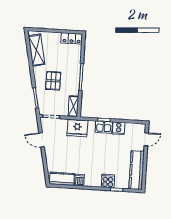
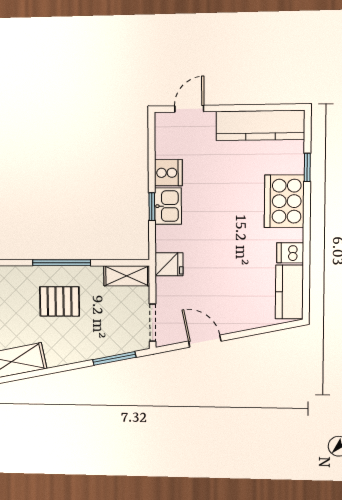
pallet: (53, 81) -> (60, 301), moved
fridge: (77, 128) -> (169, 264), width x0.53, depth x0.75
door: (146, 139) -> (189, 109), hinge flipped
door: (42, 140) -> (205, 341), swing flipped
cooker: (108, 181) -> (284, 201), width x1.87, depth x1.31

